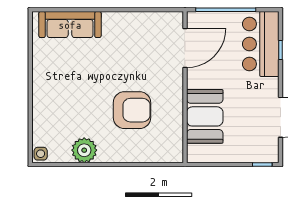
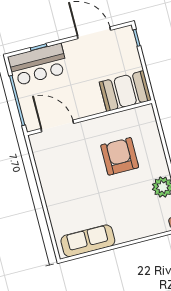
sofa: (70, 25) -> (88, 241), moved, turned -90
booth: (205, 116) -> (125, 91), moved

